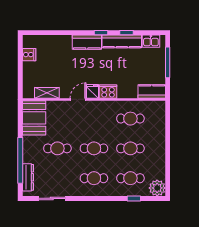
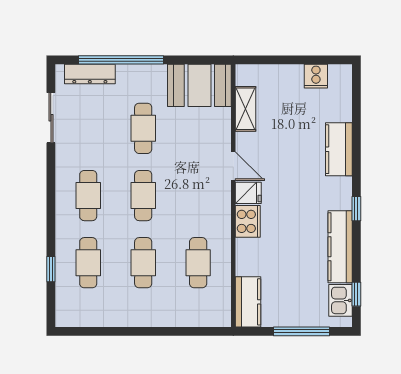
window: (127, 33) -> (356, 294), moved
kitchen counter: (87, 42) -> (339, 149), moved
plant: (157, 188) -> (70, 312), removed

